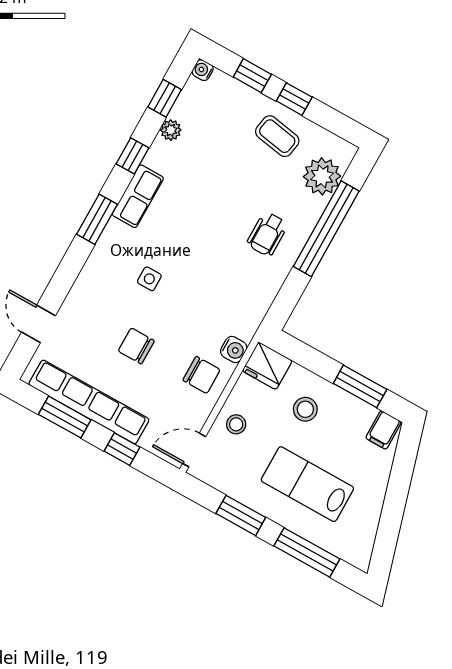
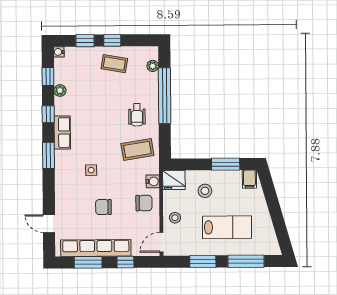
plant: (322, 176) -> (153, 66), width x0.53, depth x0.53
coffee table: (238, 287) -> (137, 149), added
lab bench: (307, 484) -> (227, 227), turned 180

